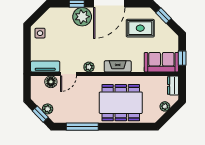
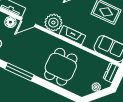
plant: (89, 67) -> (53, 23), width x1.88, depth x1.88
dining table: (121, 103) -> (61, 67), width x0.73

